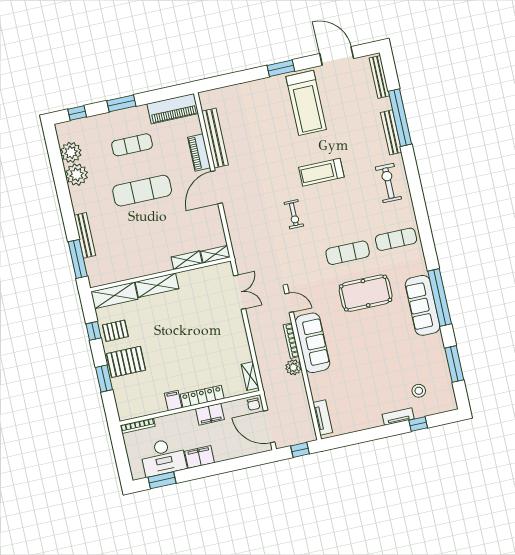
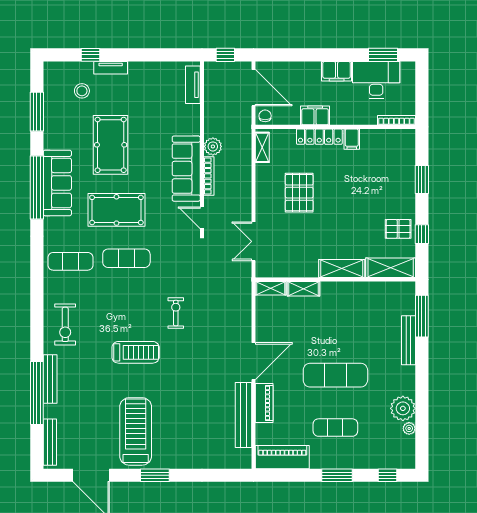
plant: (71, 152) -> (409, 428), width x0.53, depth x0.53
pool table: (383, 349) -> (111, 145), added
pallet: (126, 362) -> (299, 193), moved, turned 90

